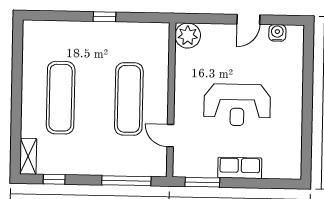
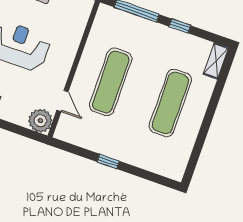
door: (170, 136) -> (63, 101), moved
window: (54, 179) -> (180, 26), moved

